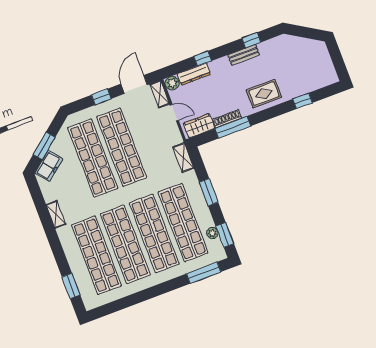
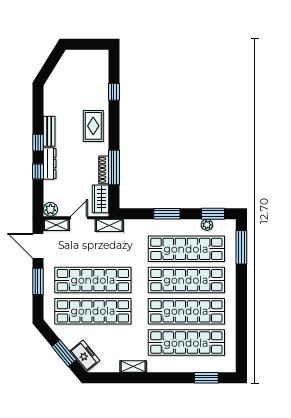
window: (251, 40) -> (38, 143), moved
dresser: (194, 74) -> (50, 163), moved
window: (101, 97) -> (38, 281), width x1.50
shelving: (183, 158) -> (109, 225), moved

